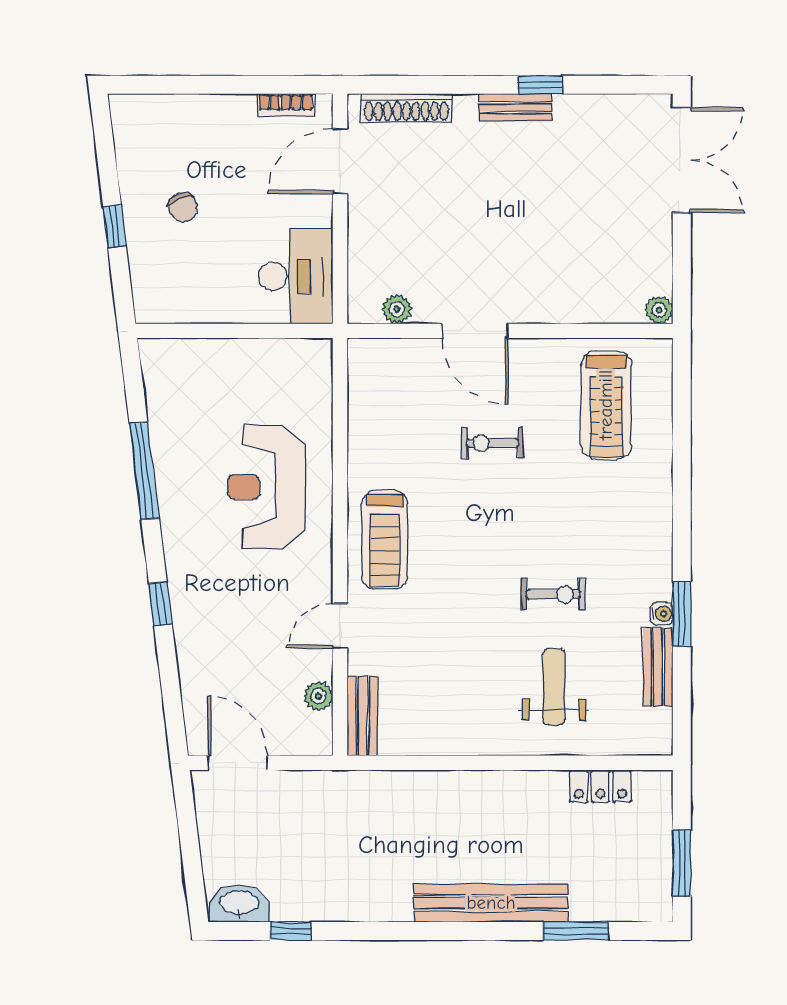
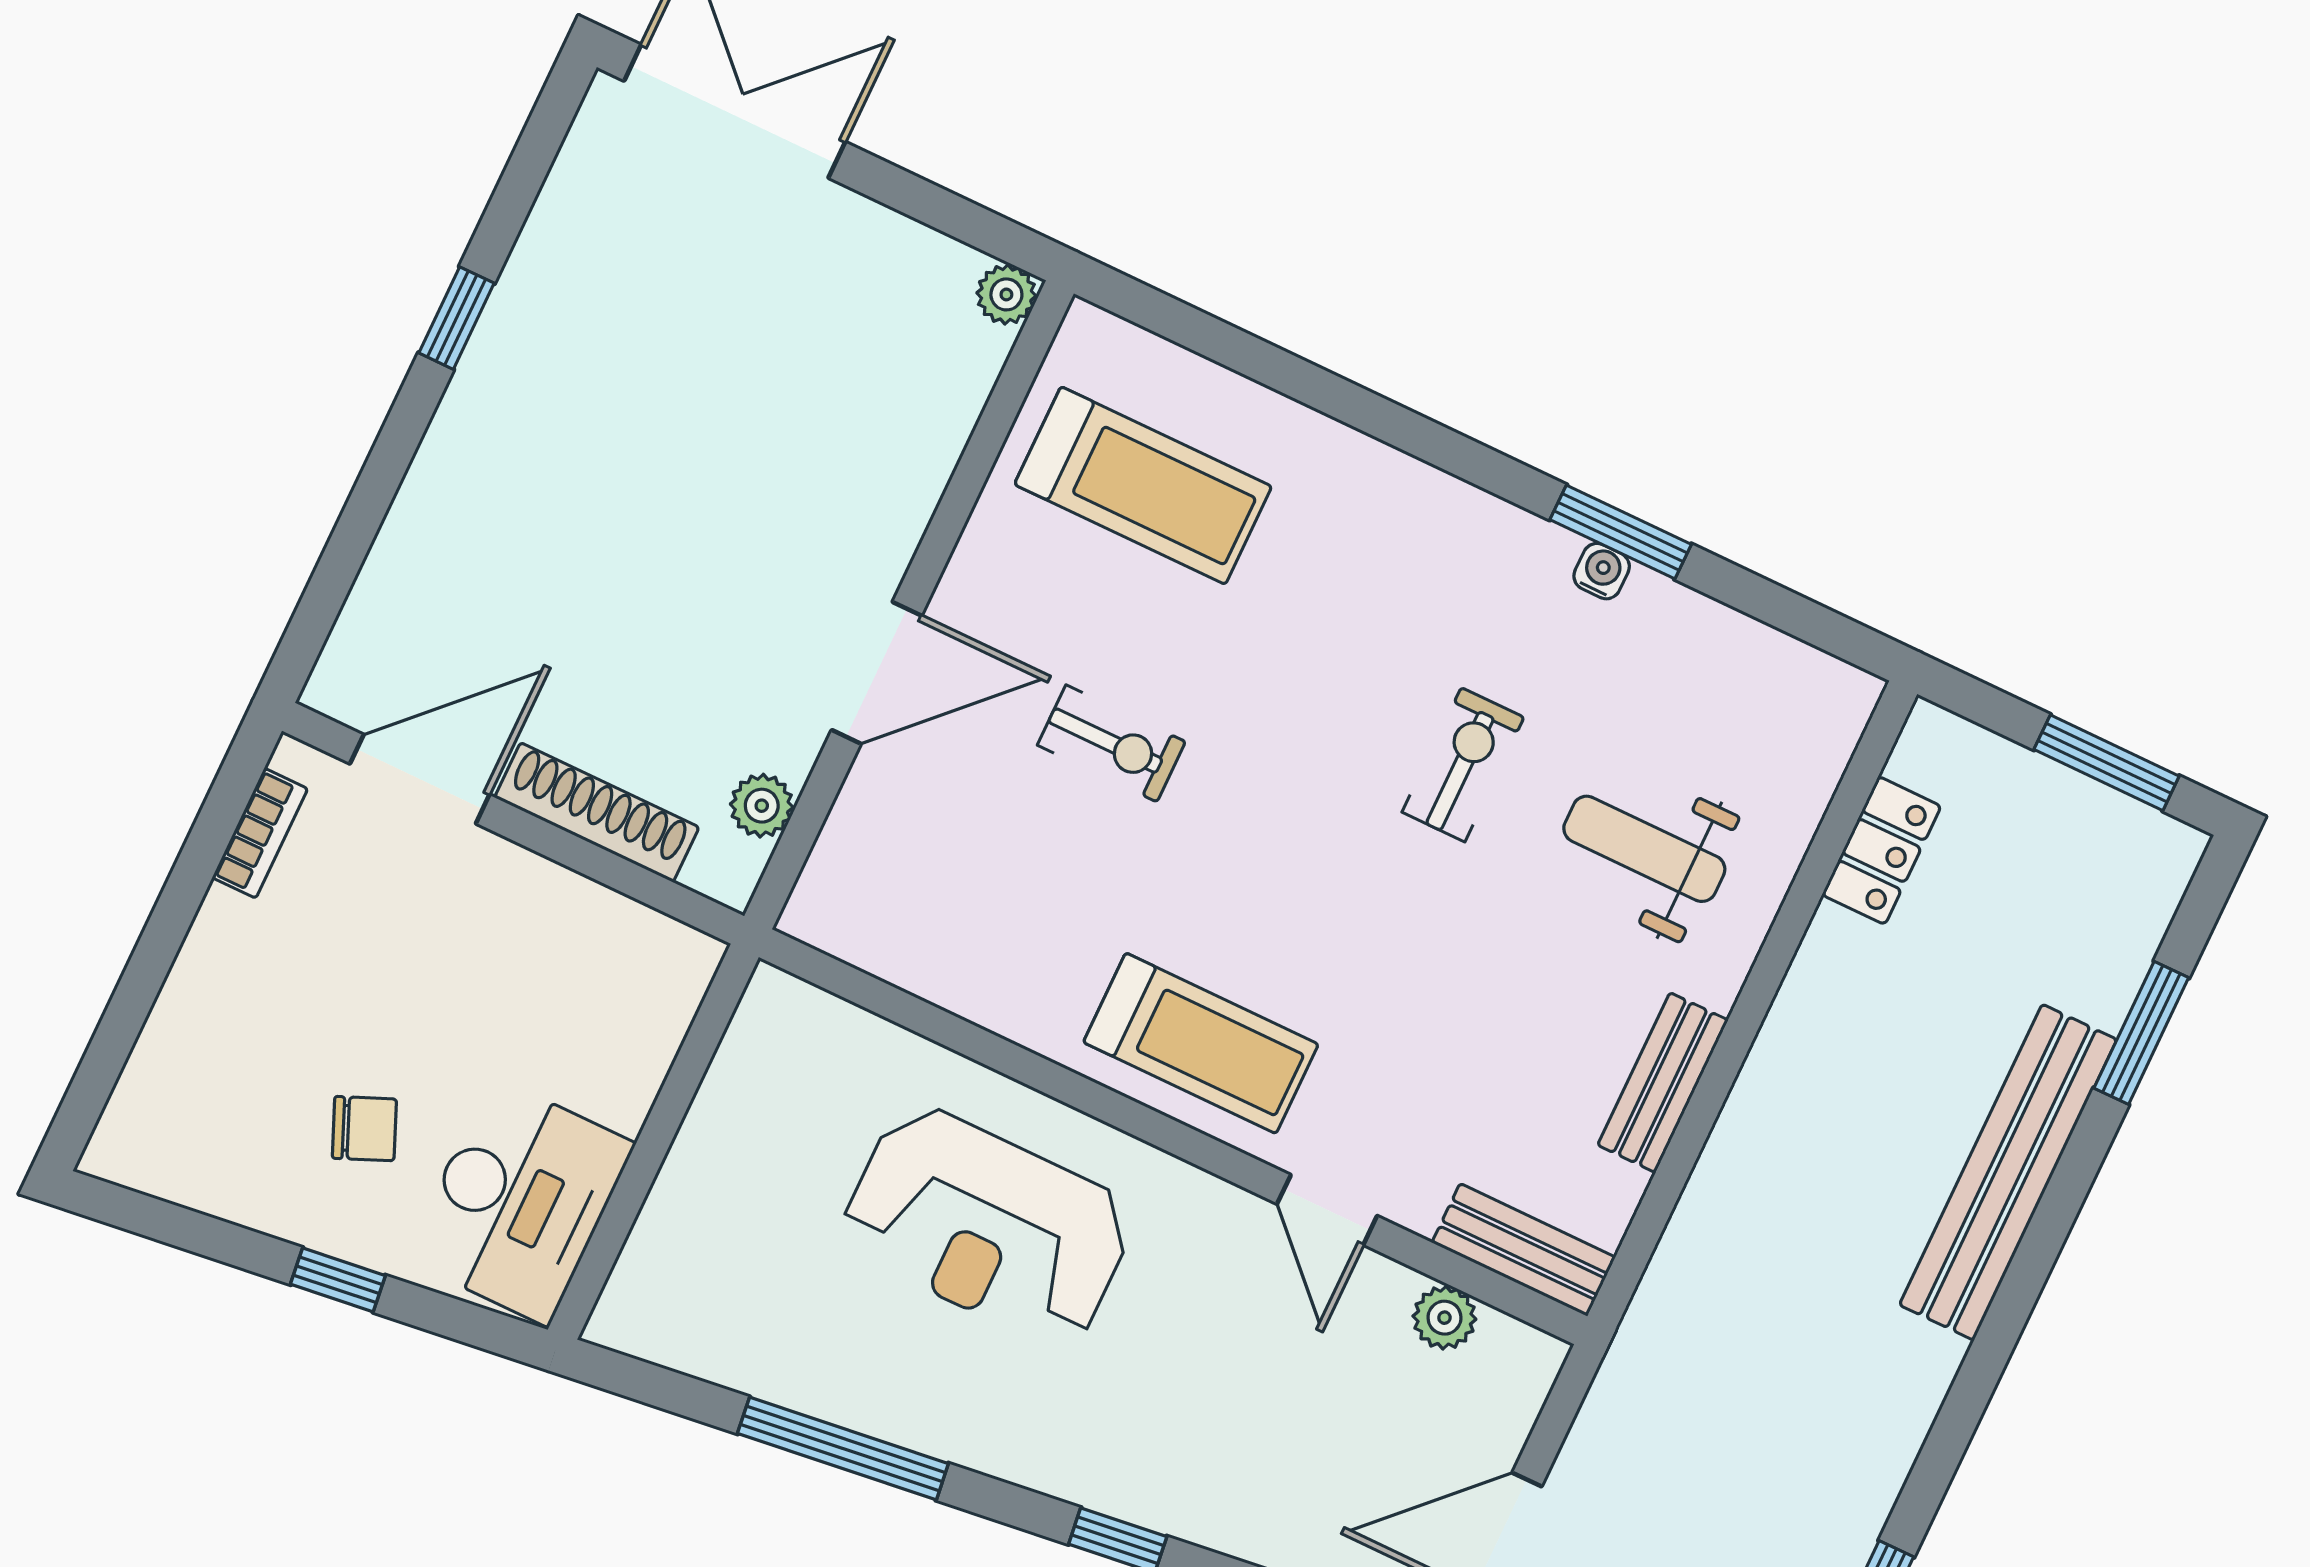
shoe rack: (407, 108) -> (597, 812), moved, turned -90
bench: (515, 108) -> (478, 387), removed
door: (340, 161) -> (420, 779), swing flipped
desk: (296, 276) -> (520, 1201), moved, turned 90
exercise bike: (492, 443) -> (1111, 743), turned -90
bench: (658, 667) -> (1663, 1083), moved, turned 90

